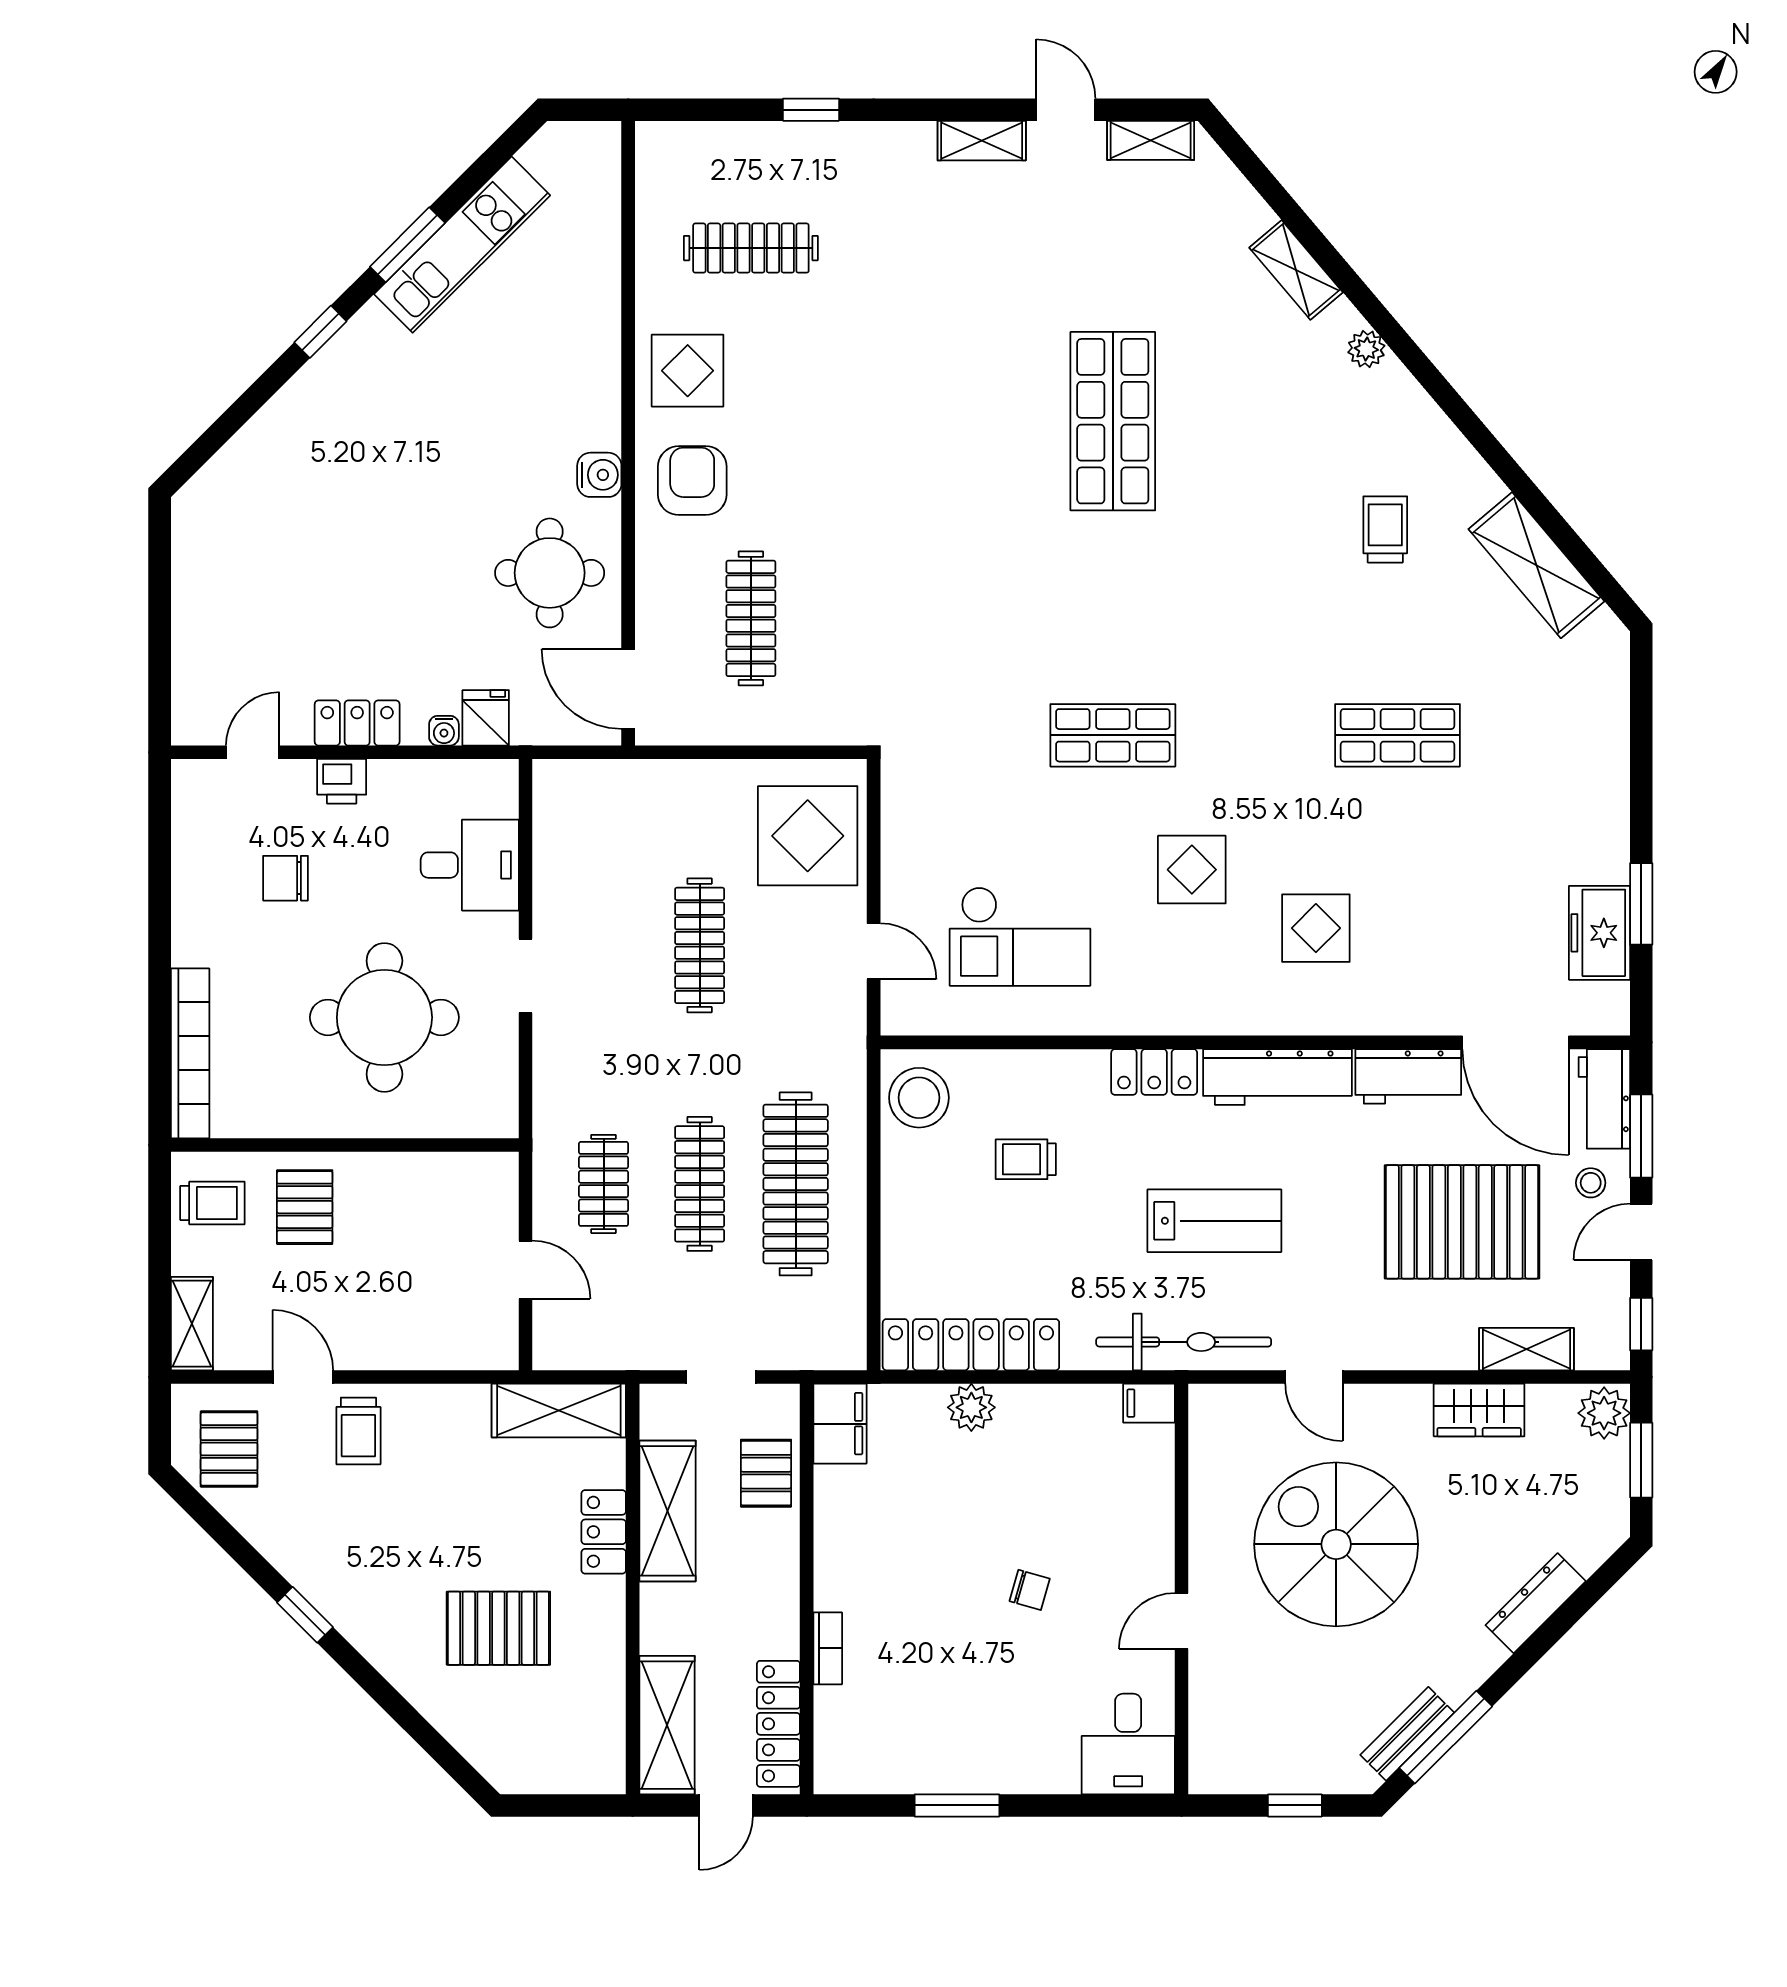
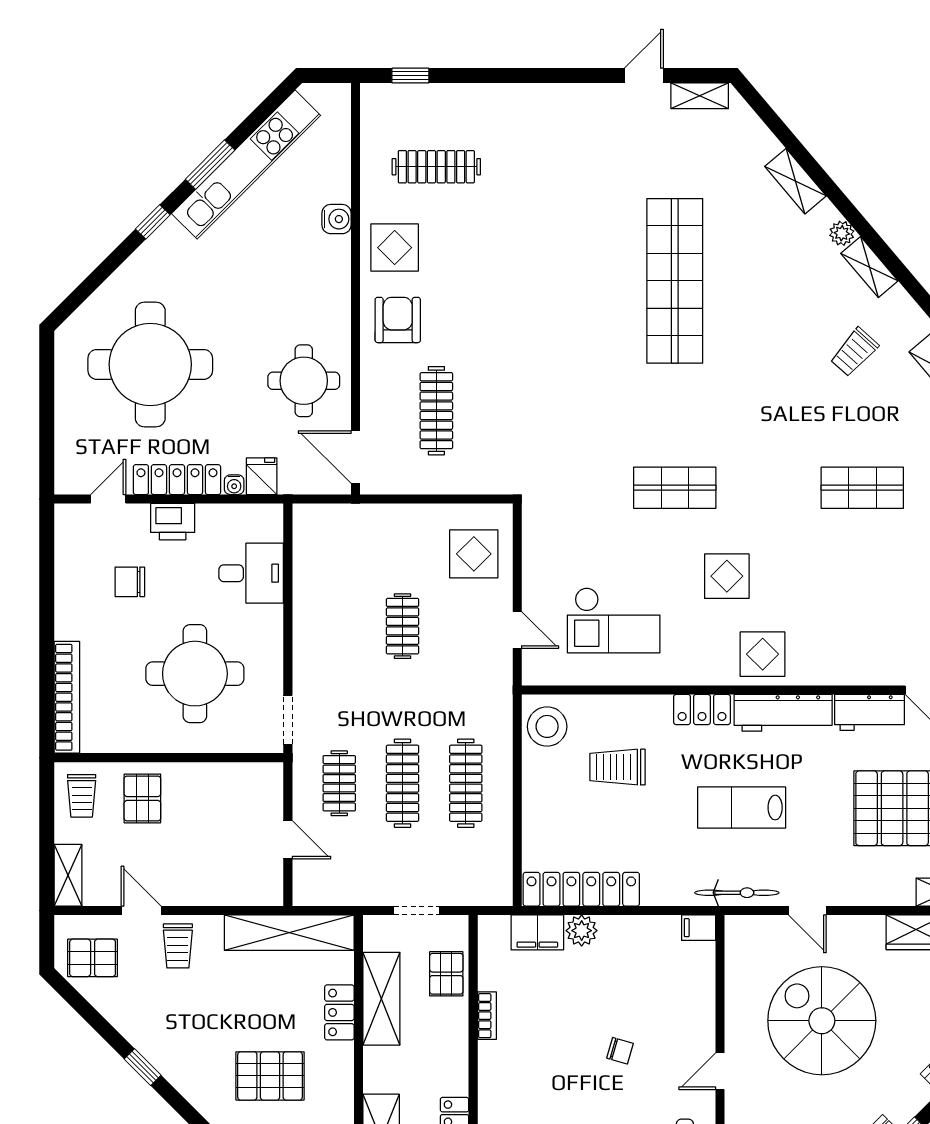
window: (811, 110) -> (410, 76), moved
door: (1066, 110) -> (644, 76), hinge flipped
shelving: (982, 141) -> (869, 267), moved, turned 50
kitchen unit: (462, 245) -> (246, 165), width x1.36
shop shelf: (1113, 421) -> (675, 281), width x1.40
water cooler: (599, 475) -> (337, 219), moved
trolley: (1385, 529) -> (854, 352), turned -138
round table: (317, 548) -> (150, 364), added
locker: (357, 723) -> (177, 480), width x1.53
printer: (342, 781) -> (173, 522), width x1.36, depth x1.24
display table: (808, 836) -> (474, 554), width x0.73, depth x0.73
display table: (1316, 928) -> (763, 654), moved
clothes rail: (700, 945) -> (403, 626), width x0.73
doorway: (526, 976) -> (288, 720), moved
trolley: (1026, 1159) -> (617, 767), width x1.36, depth x1.39
clothes rail: (796, 1184) -> (466, 783), width x0.73, depth x0.76
trolley: (212, 1203) -> (82, 796), turned 90
lab bench: (1214, 1221) -> (742, 808), turned 180
bicycle: (1184, 1342) -> (737, 893), width x0.73, depth x0.71
shelving: (559, 1411) -> (289, 933), width x1.47
filing cabinet: (840, 1424) -> (537, 932), moved, turned 90
pallet: (229, 1449) -> (93, 958), turned 90
bookcase: (828, 1648) -> (487, 1016), moved

